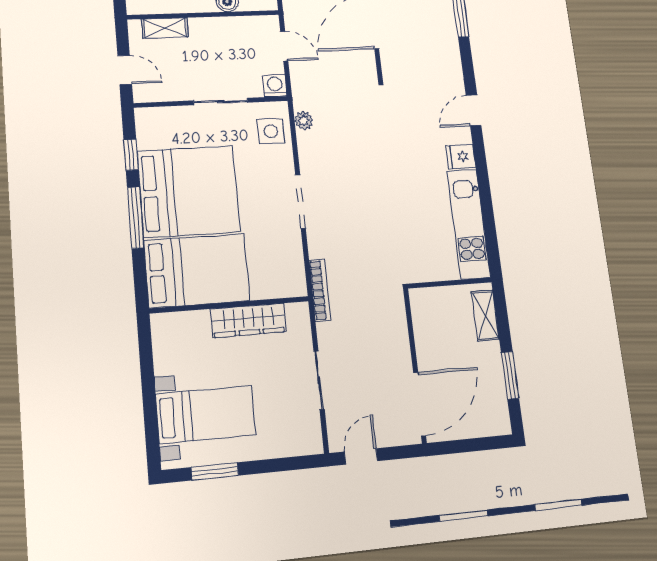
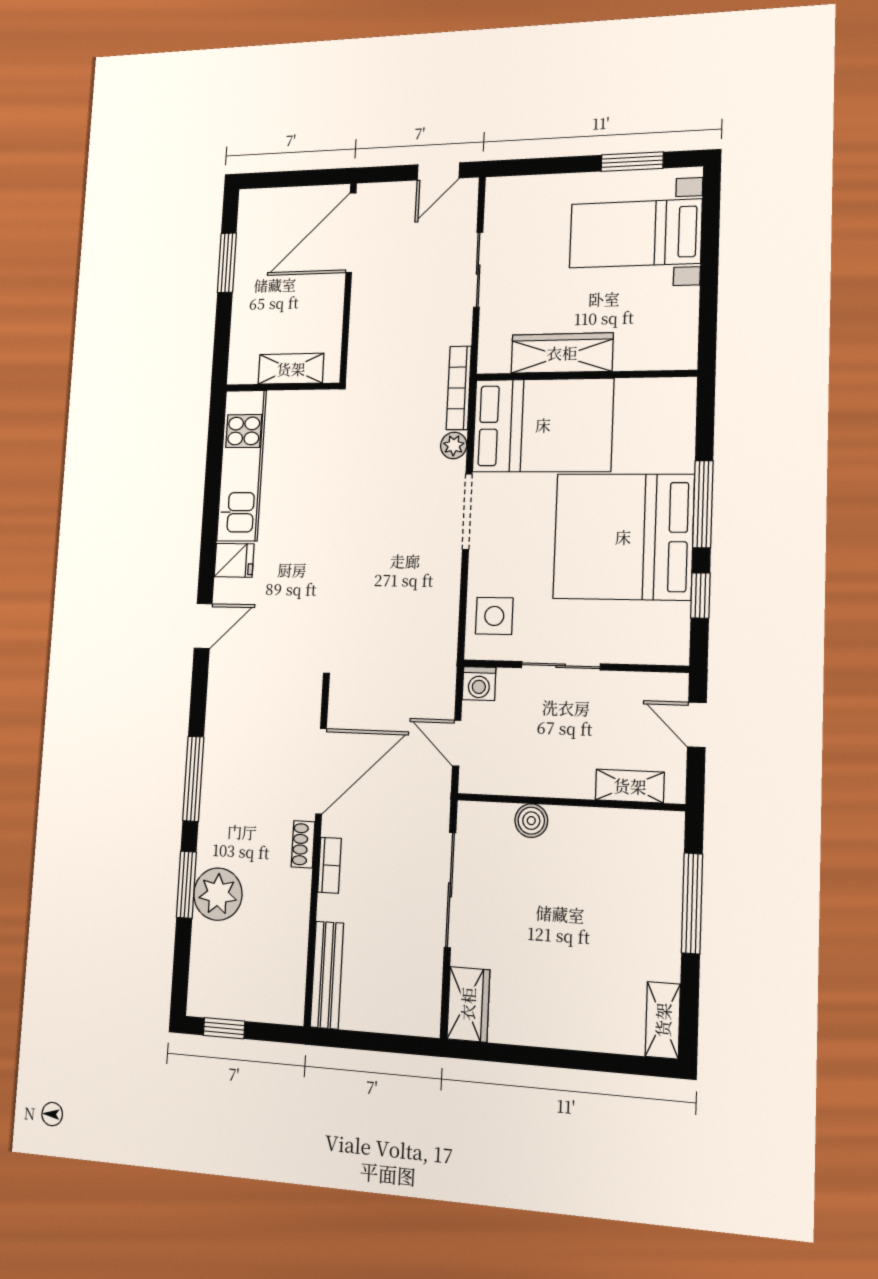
plant: (304, 121) -> (454, 445), moved
bed: (197, 270) -> (543, 425), moved, turned 180
shelving: (485, 315) -> (291, 369), moved, turned 90

